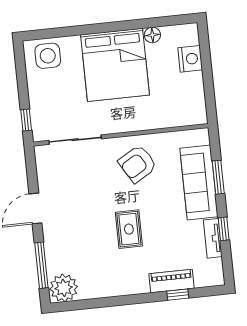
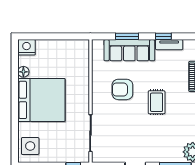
nightstand: (190, 59) -> (27, 47), moved
armchair: (138, 164) -> (122, 89), moved, turned 121
rug: (129, 229) -> (157, 102), turned 90

